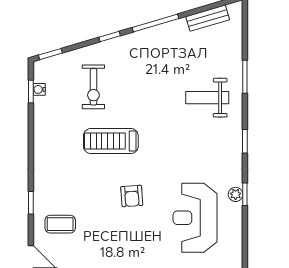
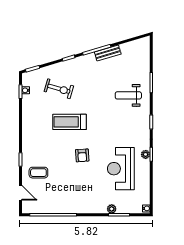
bench: (208, 18) -> (108, 53), moved
exercise bike: (93, 87) -> (59, 89), turned -74

